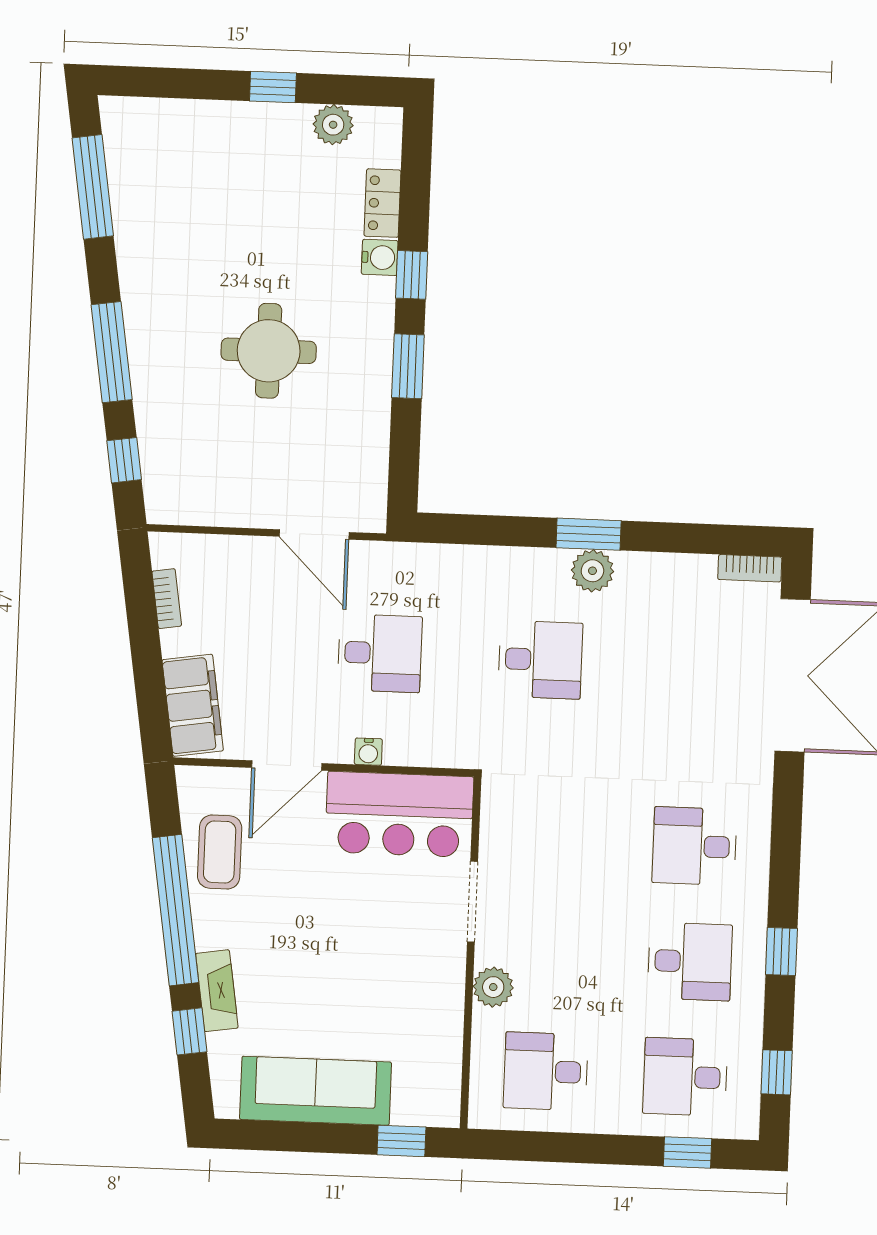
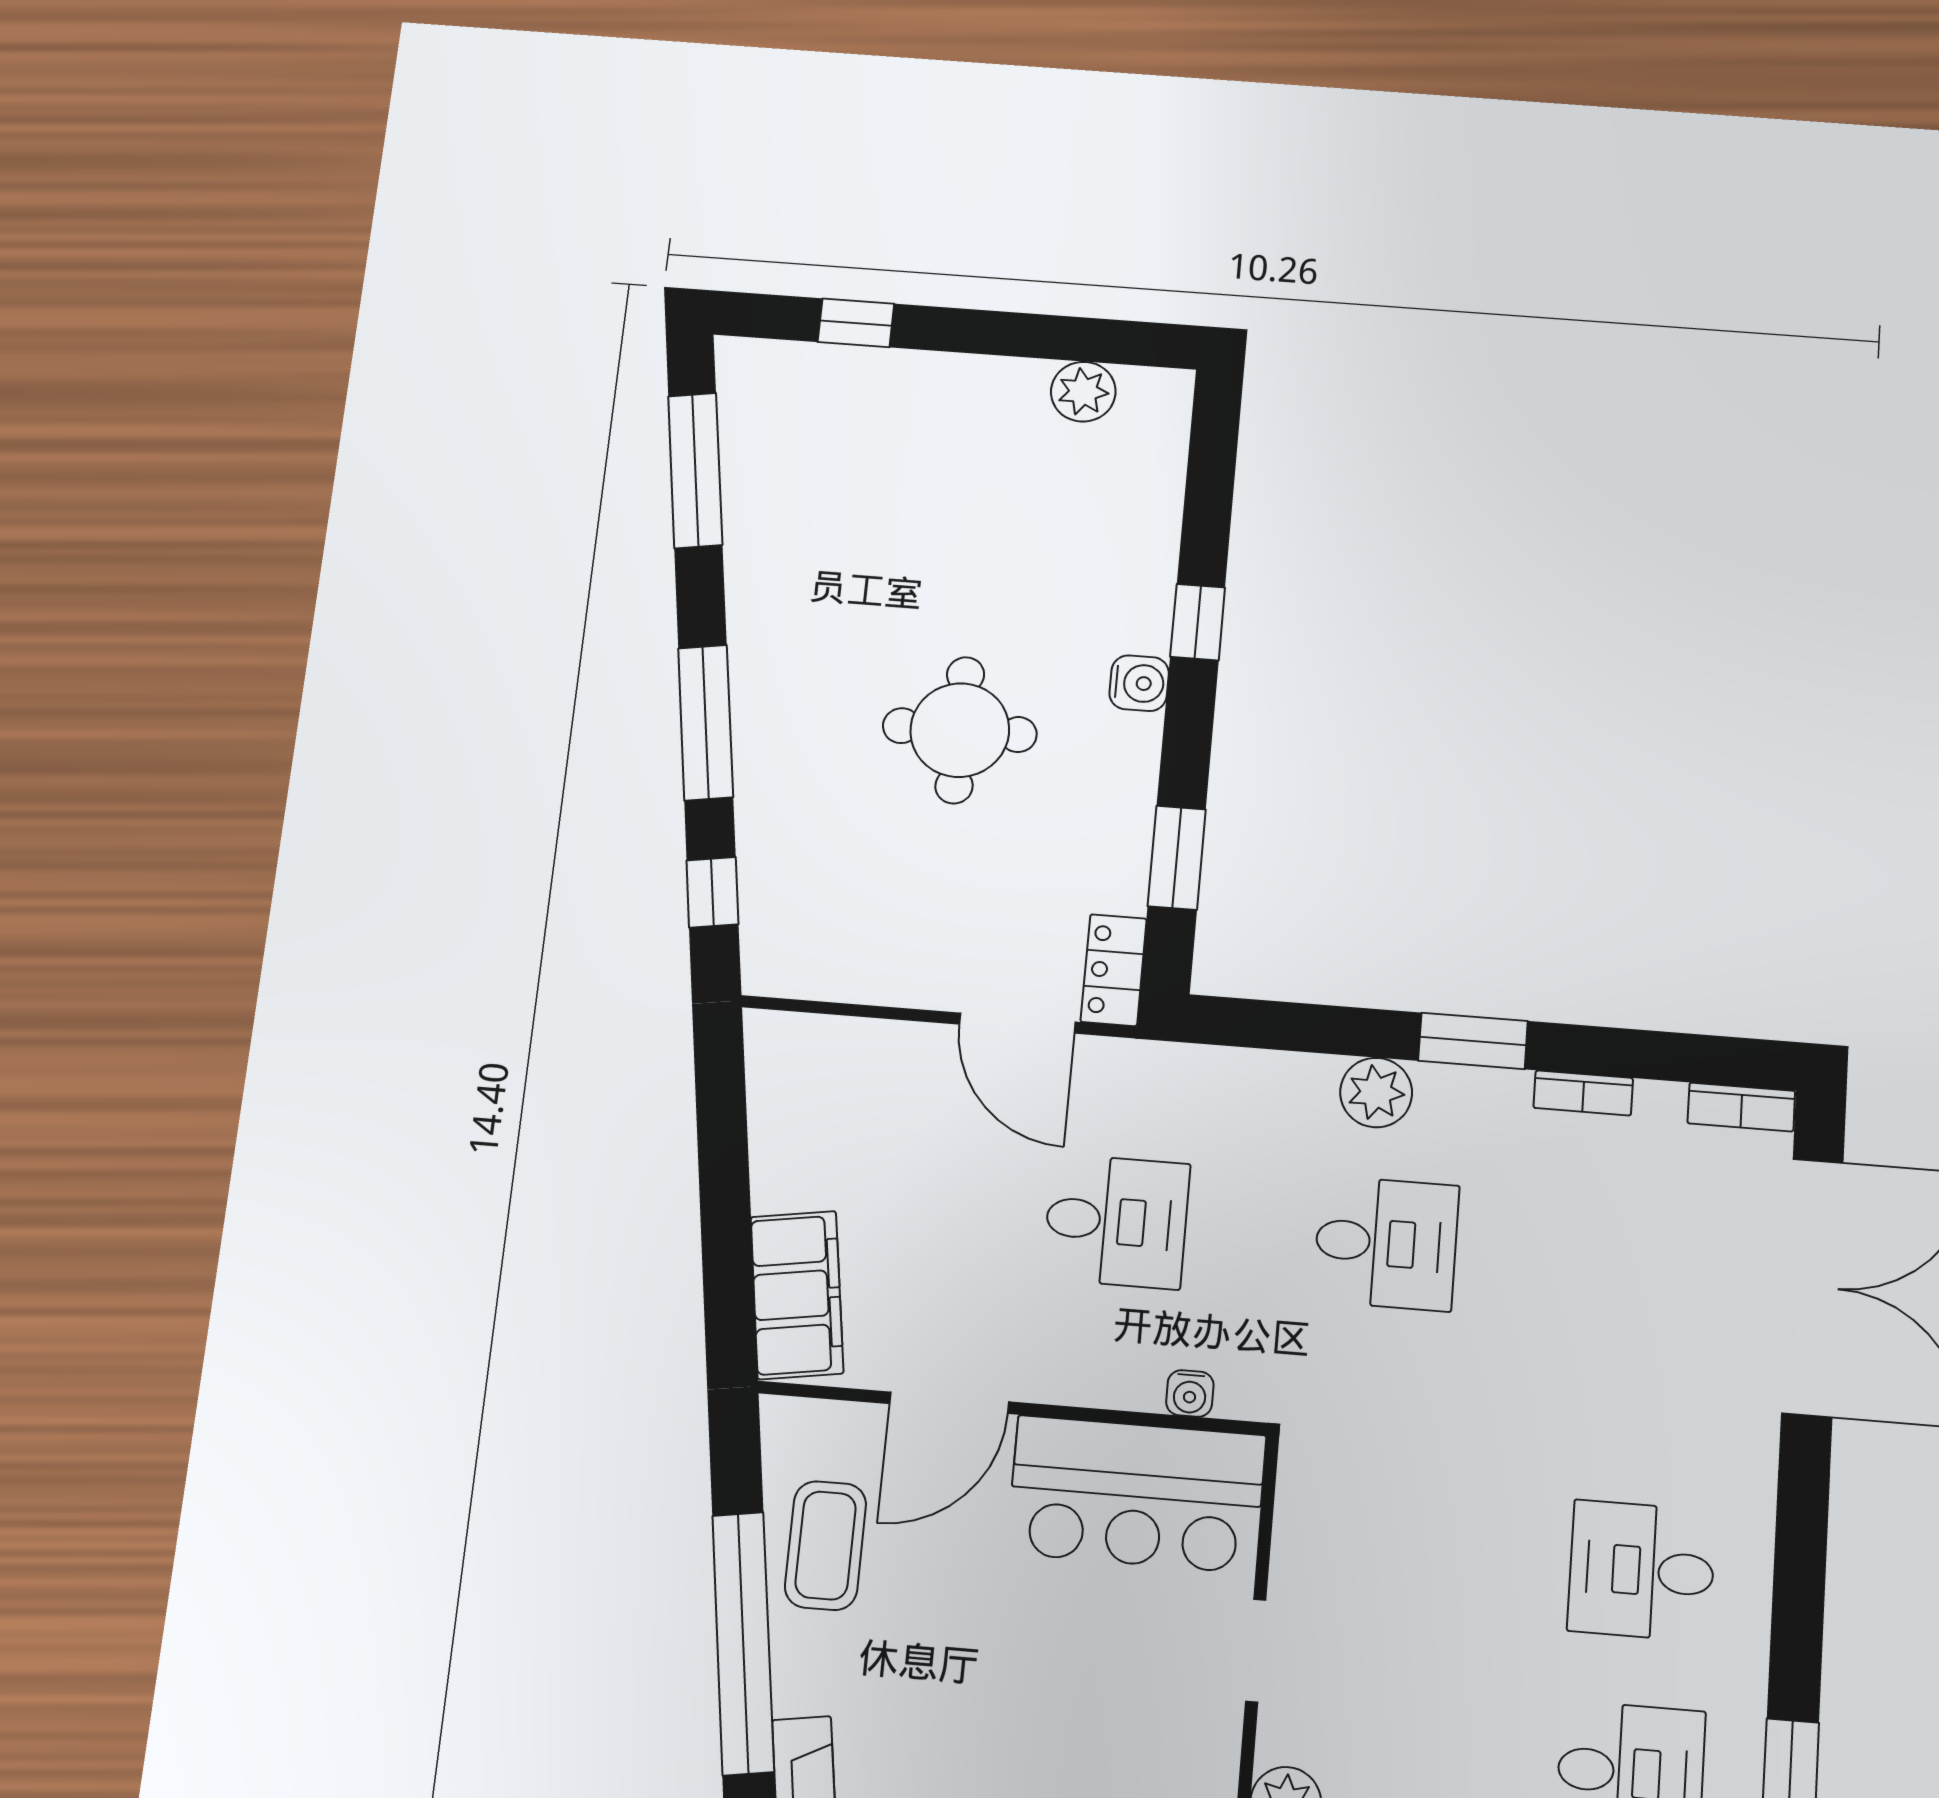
window: (273, 87) -> (856, 323), moved
locker: (382, 203) -> (1114, 970), moved
water cooler: (380, 257) -> (1139, 683), moved
window: (408, 366) -> (1177, 858), moved
plant: (592, 571) -> (1376, 1092), moved
bookcase: (167, 599) -> (1583, 1093), moved, turned 99
water cooler: (368, 752) -> (1190, 1393), moved
doorway: (473, 902) -> (1256, 1651), width x0.73

